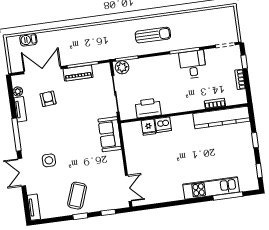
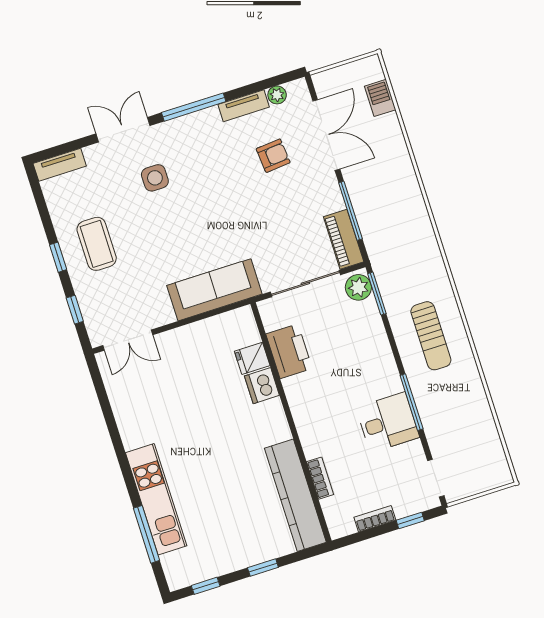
piano: (78, 73) -> (344, 239), moved
sofa: (110, 134) -> (214, 290), width x1.36
coffee table: (77, 196) -> (97, 244), turned 70

